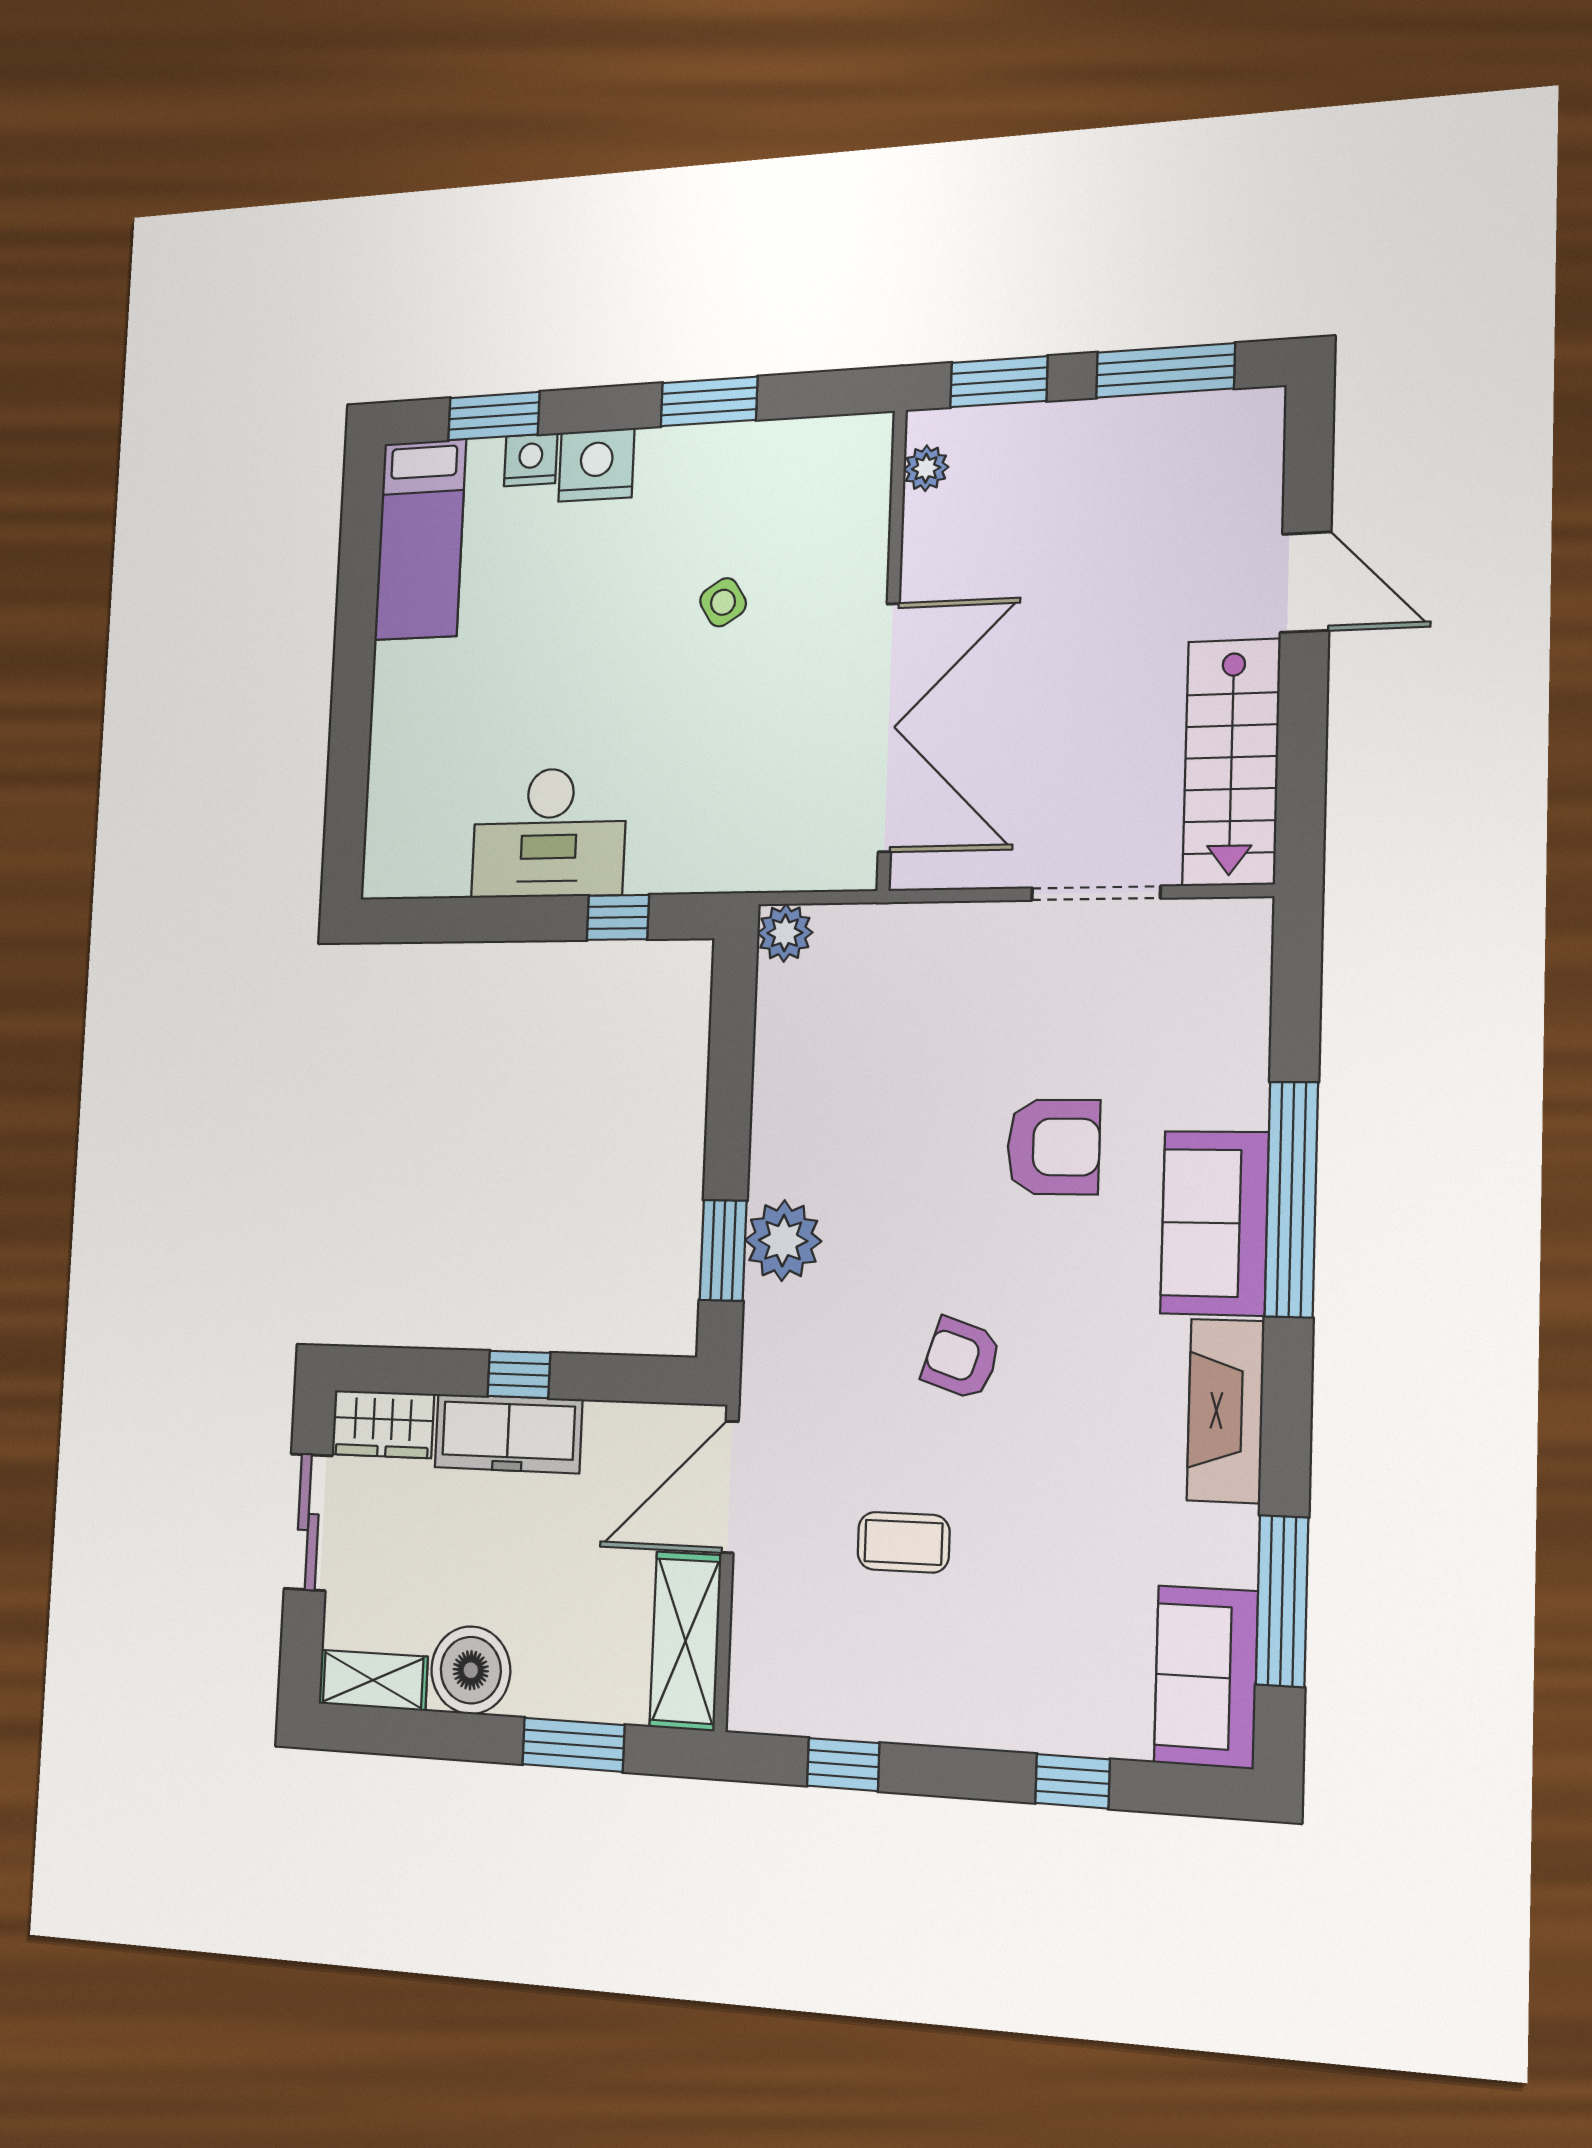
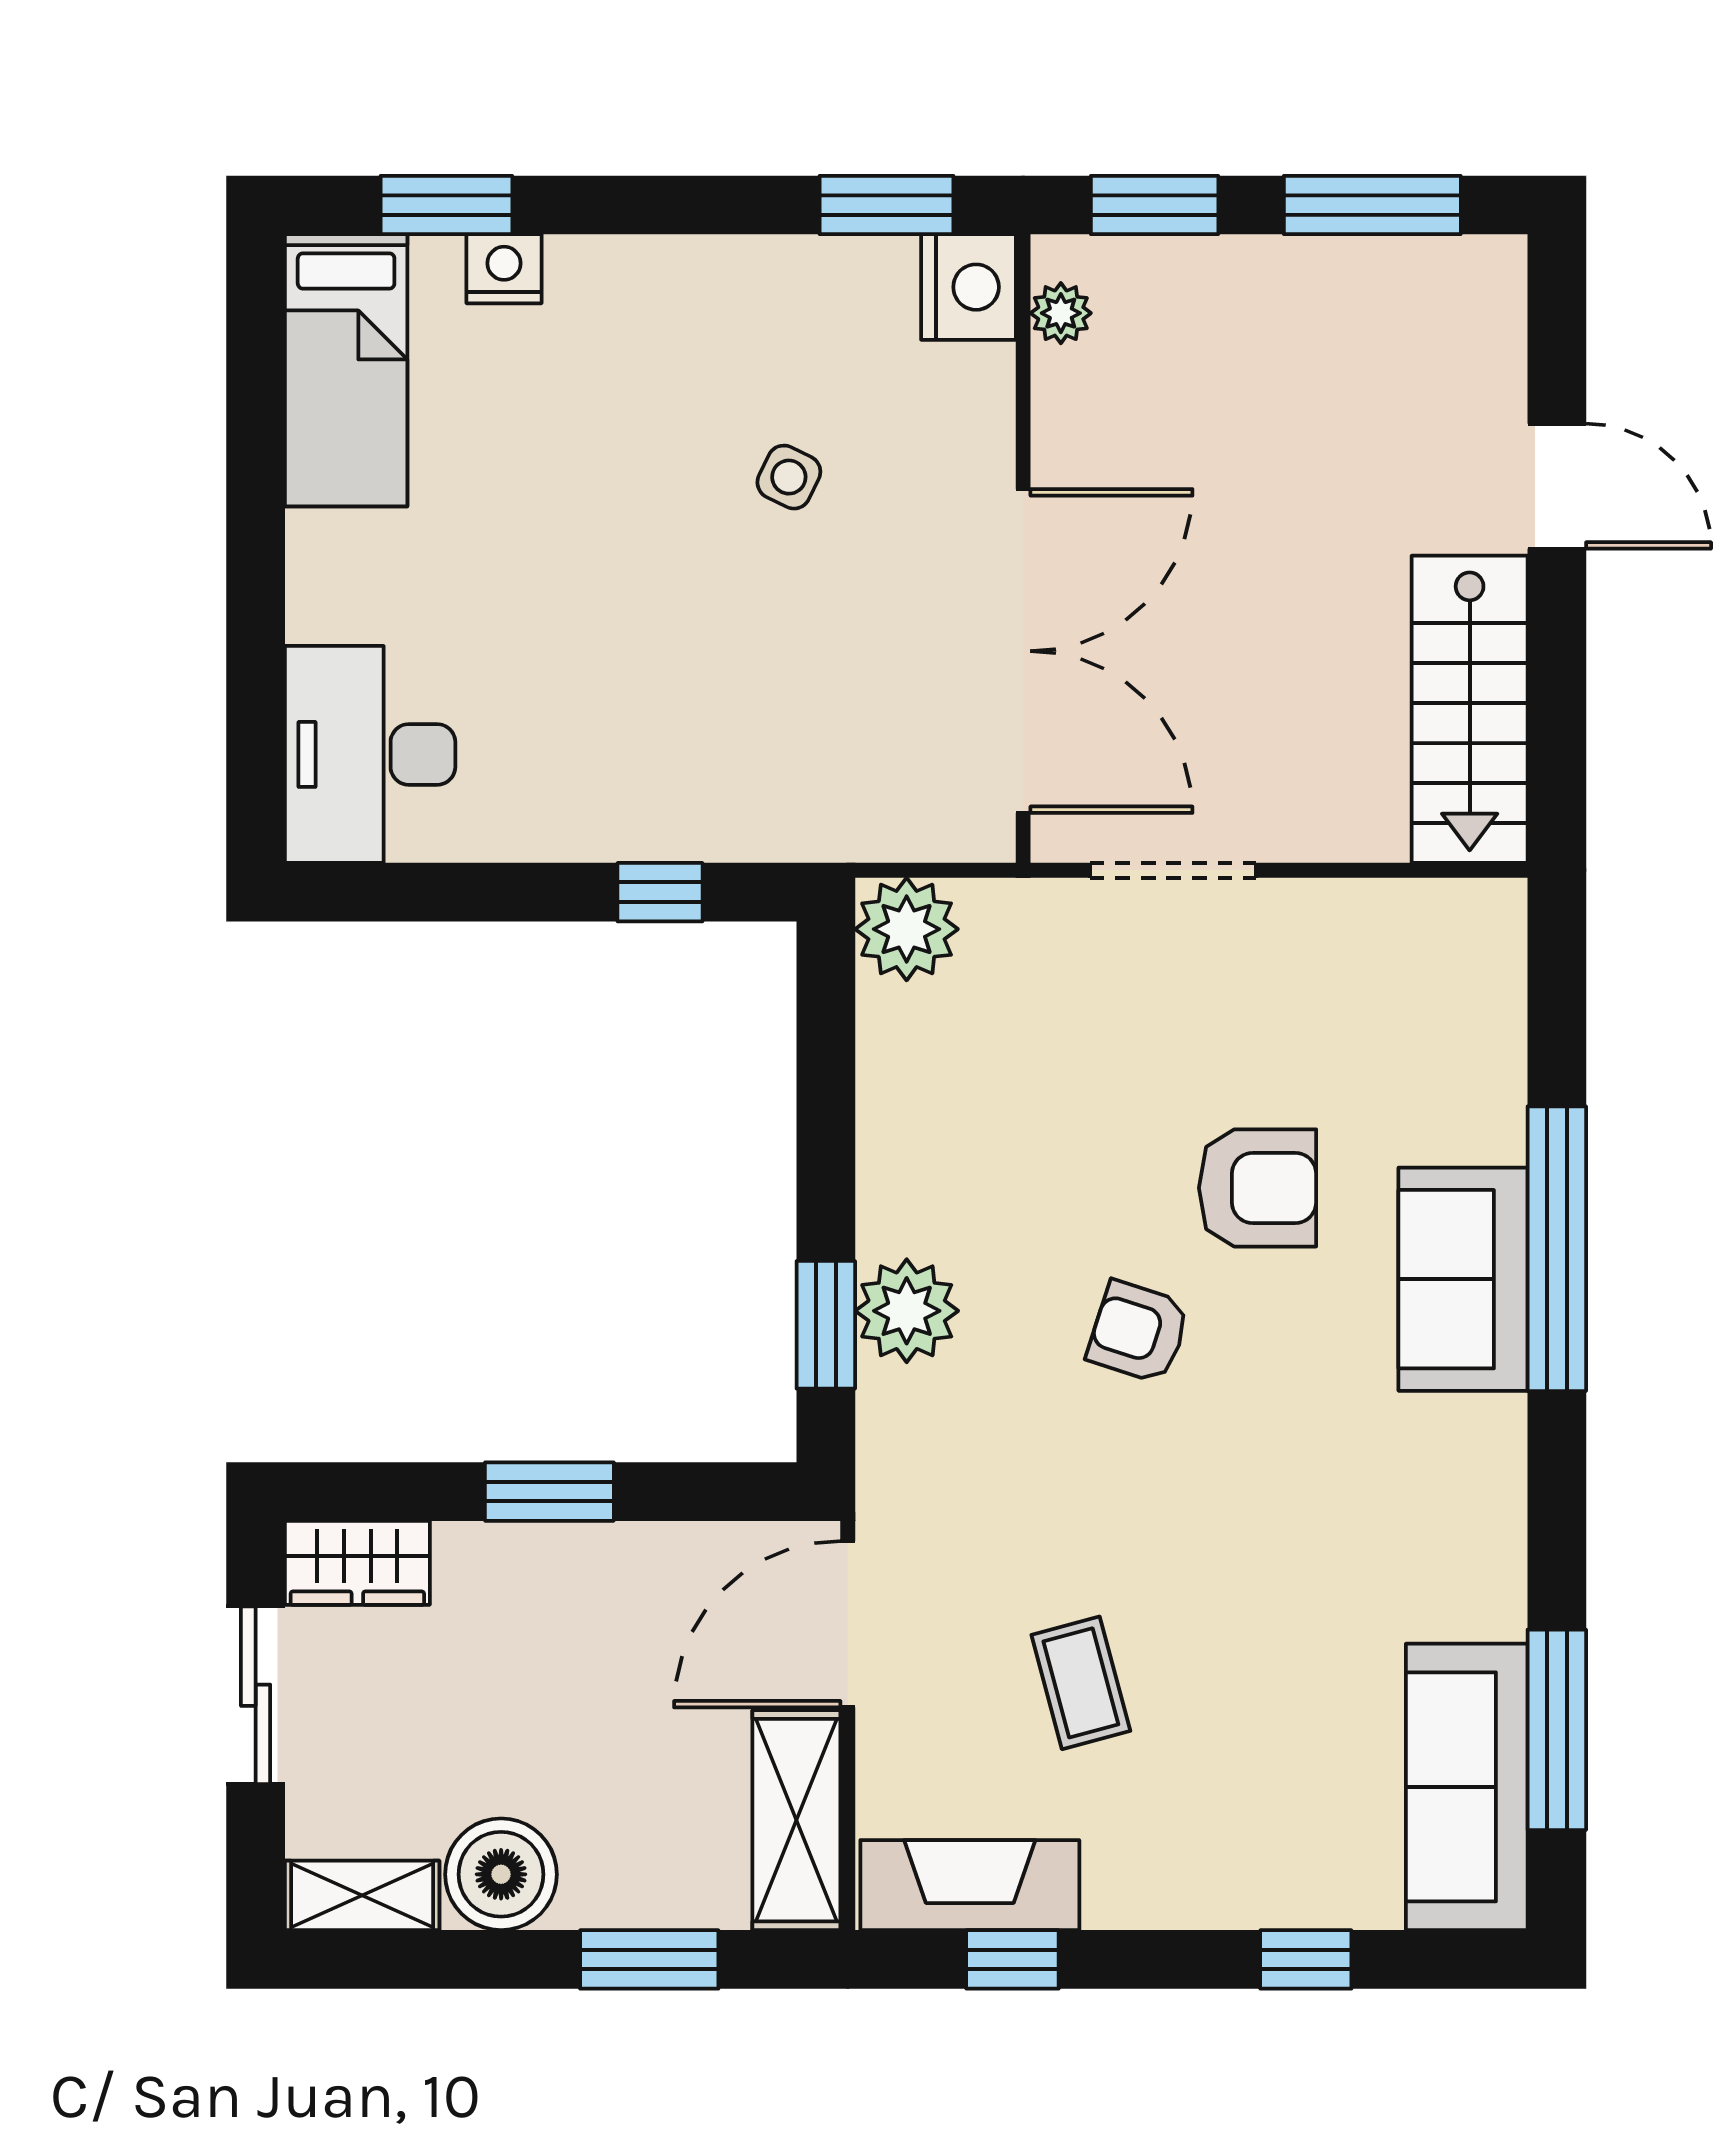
window: (709, 401) -> (887, 205), moved
nightstand: (596, 465) -> (968, 287), moved, turned 90
side table: (723, 602) -> (789, 477), turned -32
desk: (549, 833) -> (370, 754), moved, turned 90
doorway: (1096, 893) -> (1173, 870), moved
plant: (785, 933) -> (907, 929), width x1.36, depth x1.36
armchair: (961, 1358) -> (1138, 1332), moved
window: (519, 1374) -> (549, 1492), width x1.50
fireplace: (1226, 1411) -> (970, 1885), moved, turned 90
freezer: (508, 1434) -> (538, 1568), removed
coffee table: (904, 1542) -> (1081, 1683), turned 75
sofa: (1206, 1677) -> (1467, 1787), width x1.36

